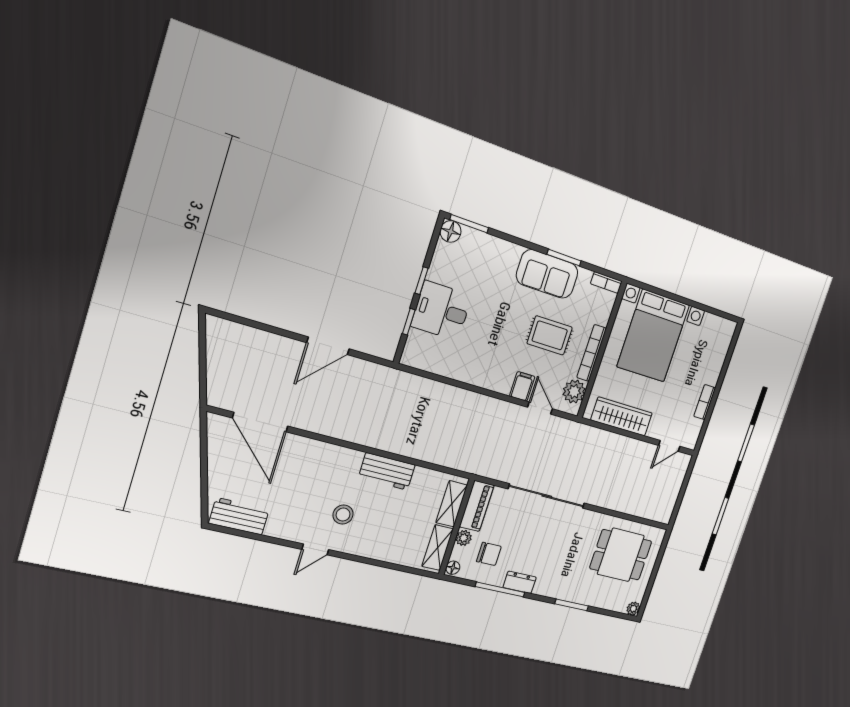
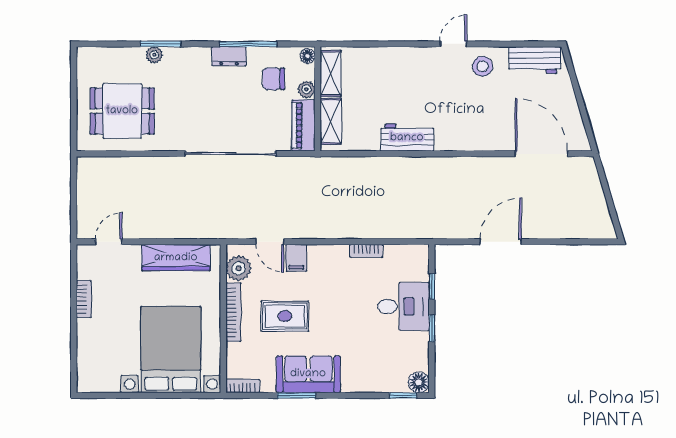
window: (469, 224) -> (403, 395), width x0.67
bookcase: (459, 375) -> (366, 251), added
stool: (343, 515) -> (483, 66), moved
plant: (633, 609) -> (154, 55), moved

